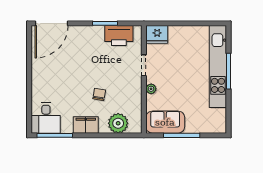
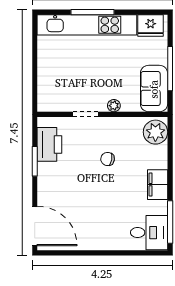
fridge: (157, 34) -> (151, 25), moved, turned 90
chair: (99, 94) -> (108, 159), moved
plant: (118, 123) -> (155, 132), moved

